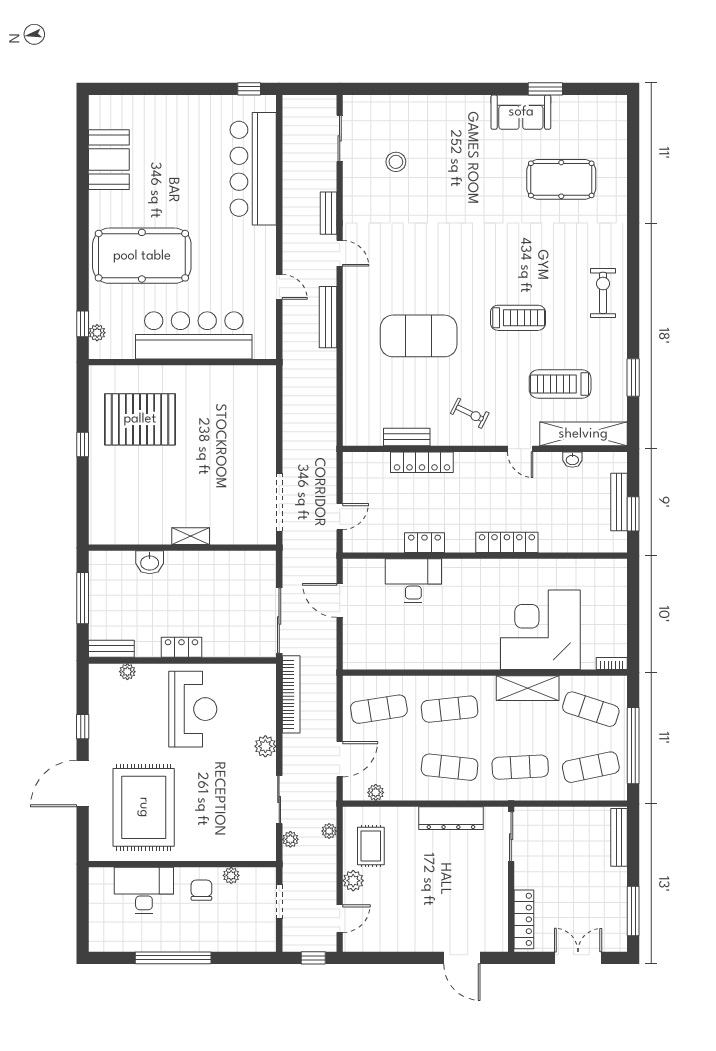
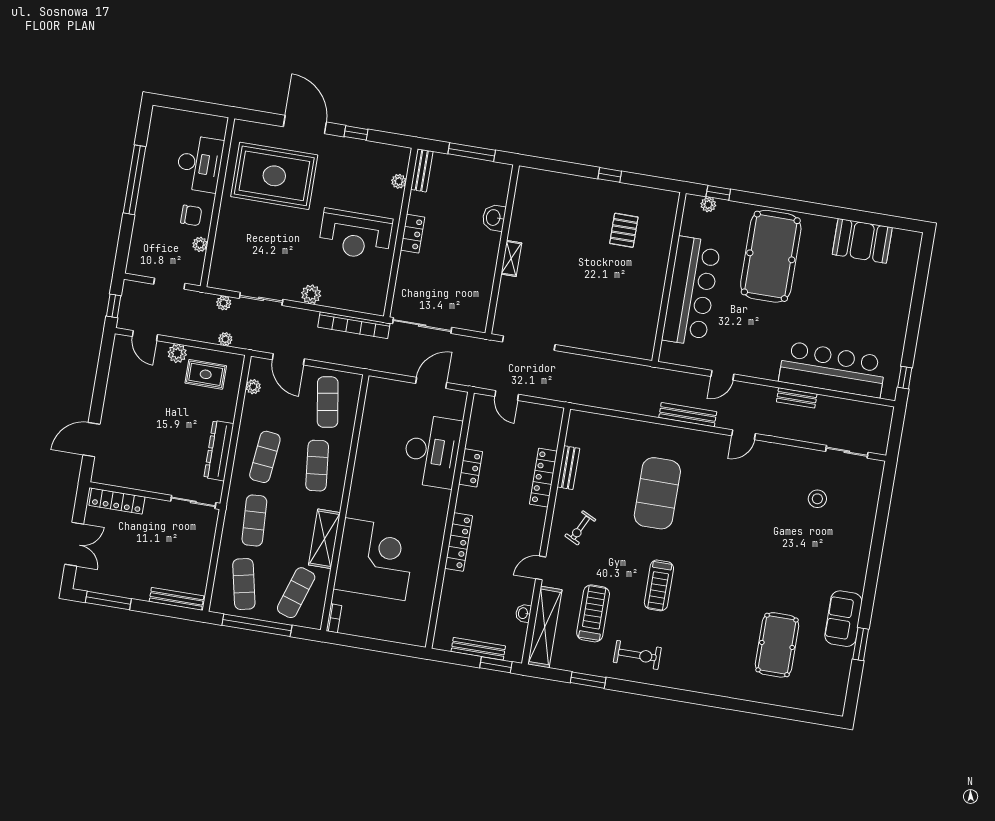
bench: (329, 213) -> (797, 398), moved
exercise bike: (603, 293) -> (637, 655), moved
pallet: (140, 419) -> (624, 230), width x0.49, depth x0.50
window: (633, 514) -> (496, 665), moved
desk: (413, 581) -> (432, 451), width x1.36, depth x1.30

